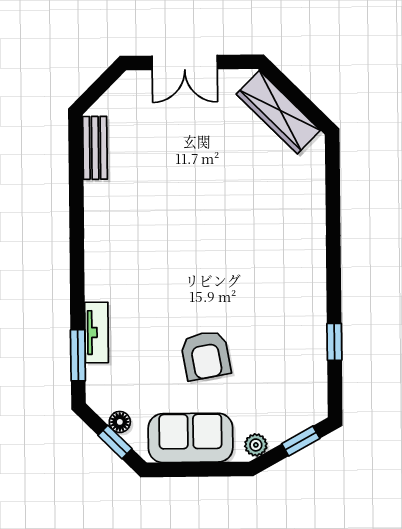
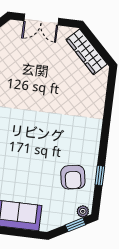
armchair: (206, 355) -> (73, 177), moved
plant: (256, 445) -> (83, 211), moved

